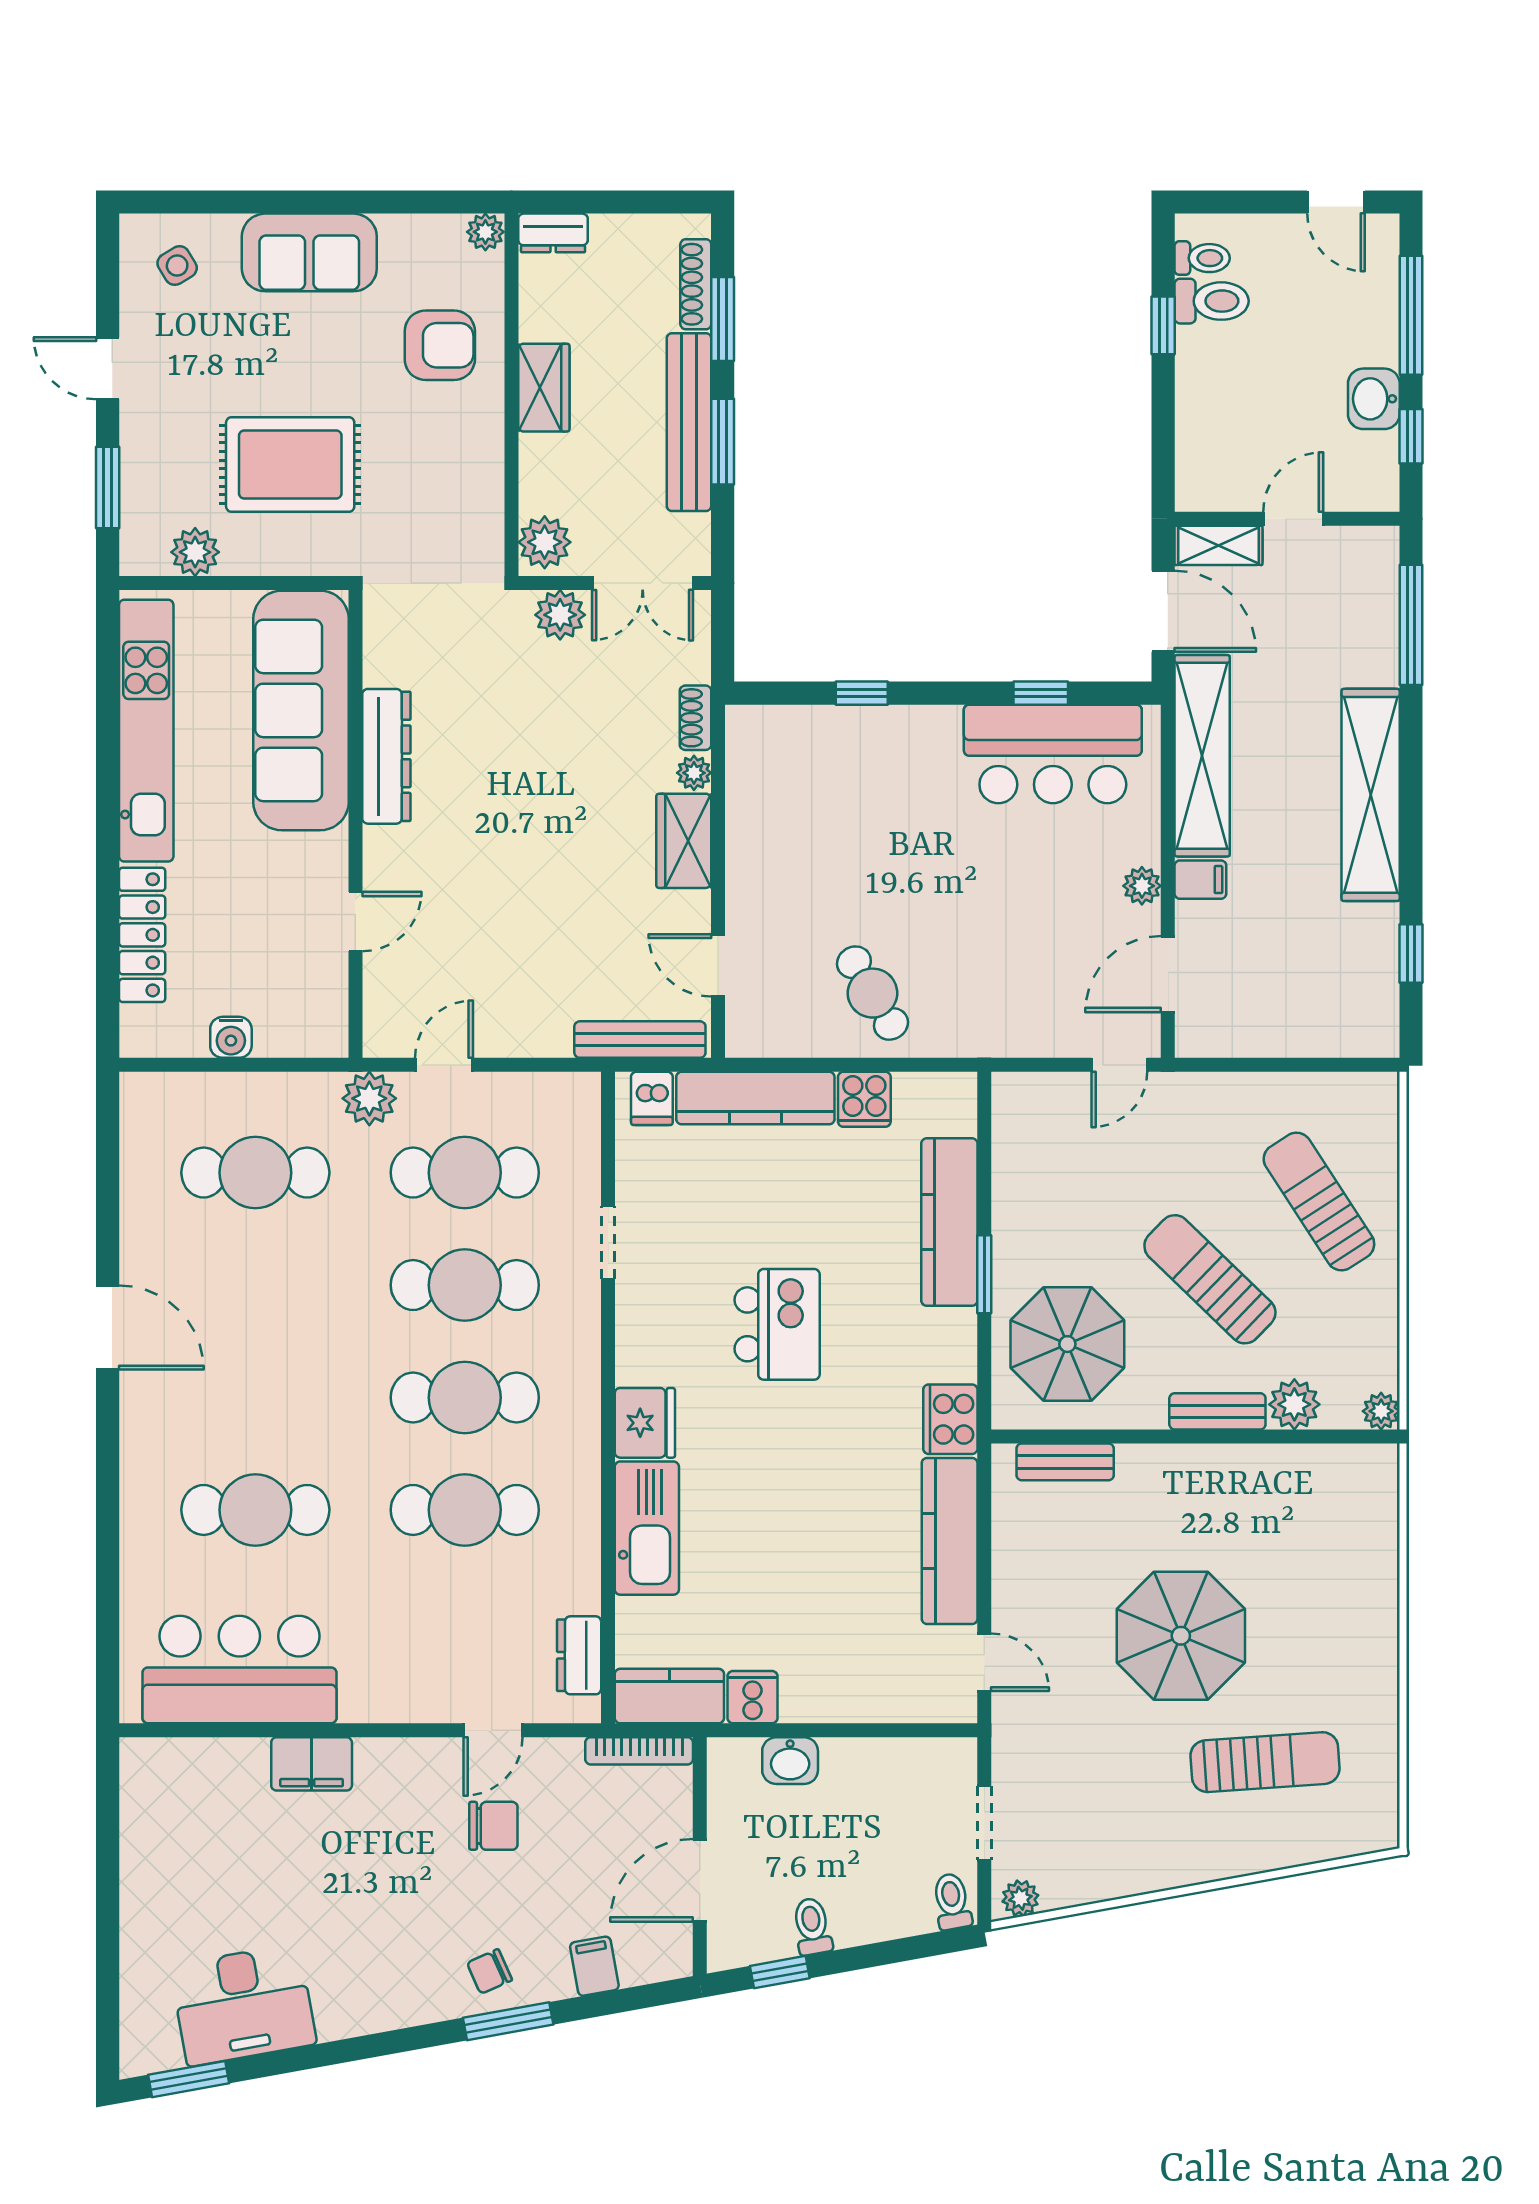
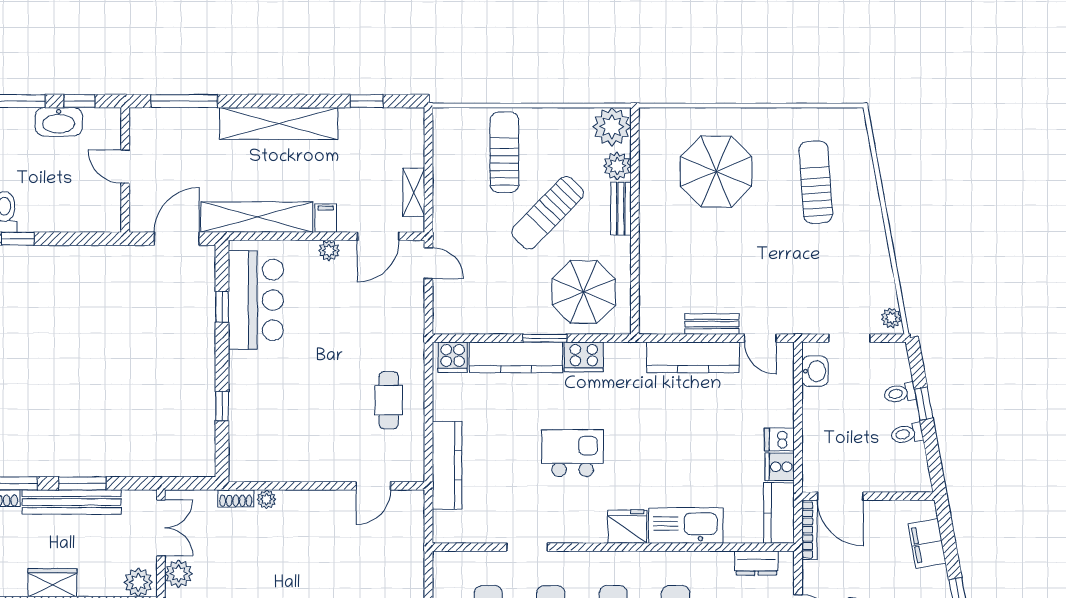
washbasin: (1374, 399) -> (59, 122), width x1.38
shelving: (1219, 545) -> (414, 192), moved
wardrobe: (684, 841) -> (304, 505), removed
door: (1168, 974) -> (378, 236), hinge flipped
cafe table: (872, 993) -> (389, 400), turned -59
bench: (640, 1040) -> (414, 529), removed
dishwasher: (652, 1098) -> (779, 439), moved, turned 180
cooker: (864, 1099) -> (453, 357), moved, turned 90
sun lounger: (1319, 1202) -> (504, 152), turned 123
plant: (1381, 1411) -> (612, 127), width x1.87, depth x1.87
cooker: (950, 1419) -> (584, 357), moved
bench: (1065, 1462) -> (712, 324), moved, turned 90
parasol: (1181, 1636) -> (716, 171), moved
door: (984, 1662) -> (760, 338), swing flipped
washbasin: (790, 1761) -> (815, 371), moved
door: (700, 1880) -> (840, 496), moved
toilet: (952, 1901) -> (900, 393), moved
filing cabinet: (594, 1966) -> (927, 543), width x2.00
window: (780, 1972) -> (924, 403), moved

